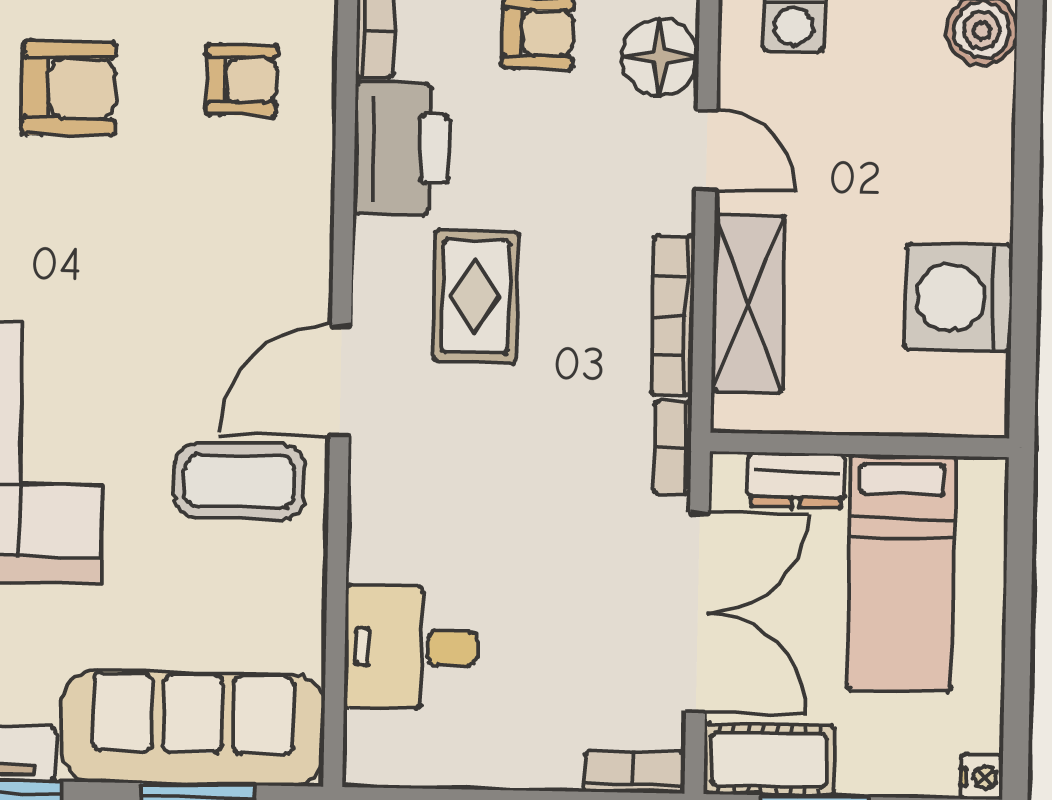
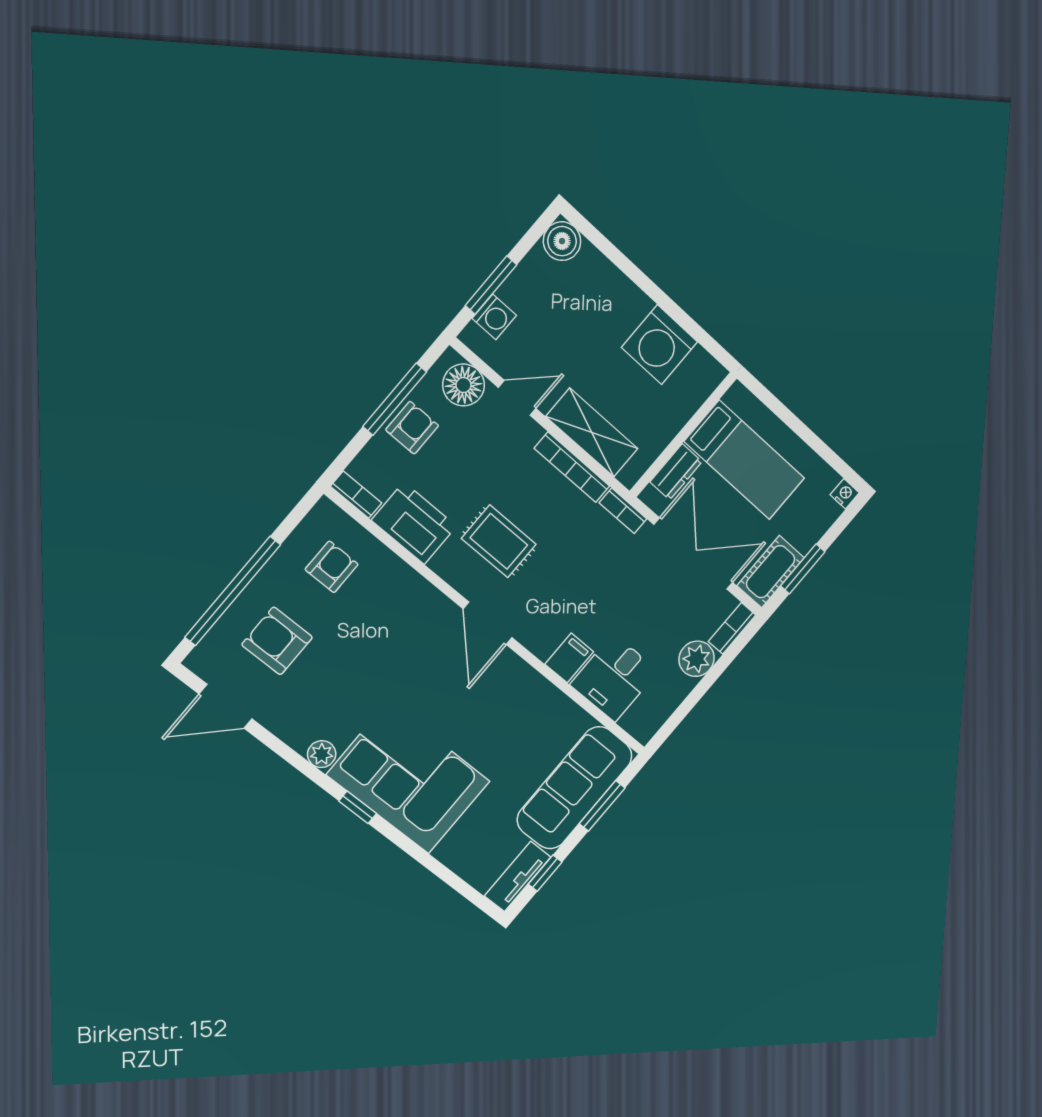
armchair: (69, 88) -> (277, 641), turned -90
coffee table: (239, 481) -> (495, 695), removed
filing cabinet: (386, 551) -> (569, 658), added
plant: (543, 755) -> (697, 659), added

